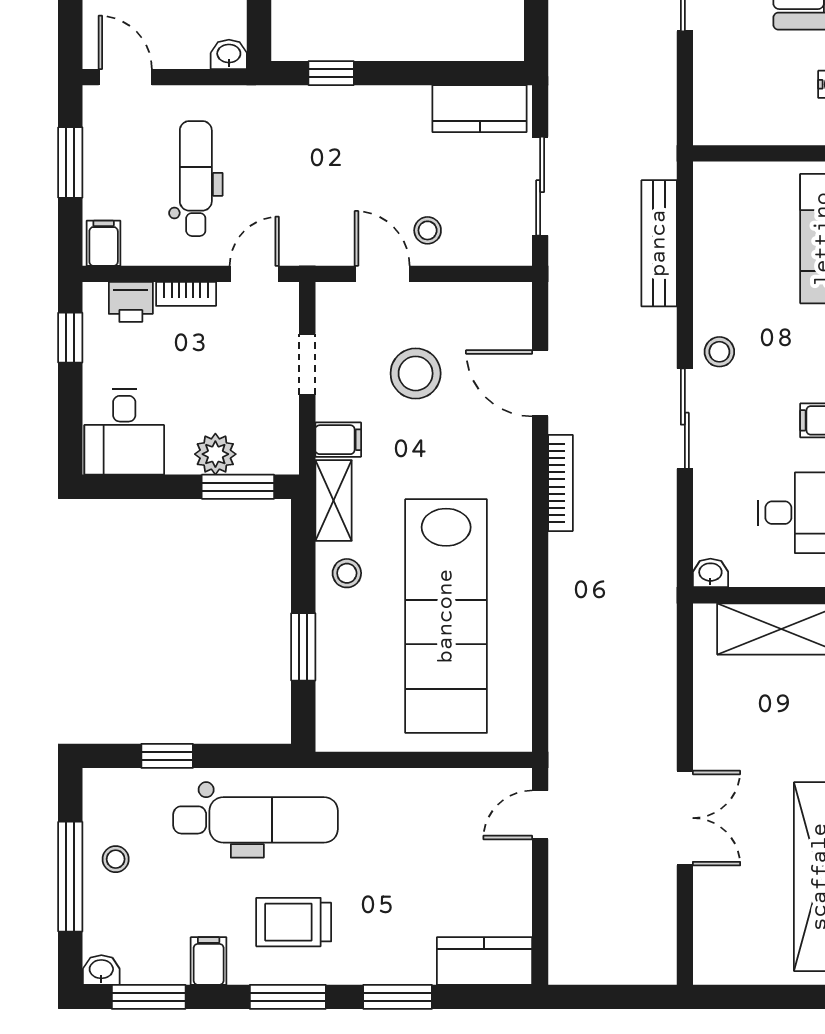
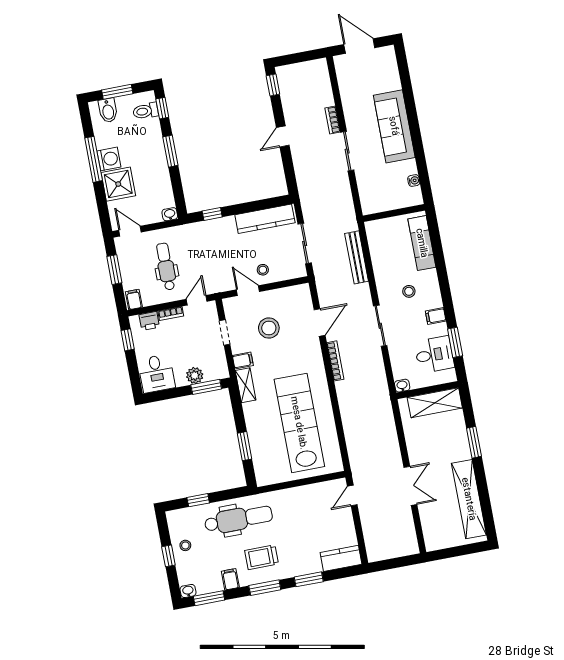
kitchen counter: (480, 109) -> (265, 219), width x1.50
stool: (719, 352) -> (409, 291), moved
door: (540, 383) -> (320, 323), swing flipped
stool: (347, 573) -> (256, 413), removed
lab bench: (446, 616) -> (299, 423), turned 180
window: (70, 877) -> (168, 556), width x0.46

